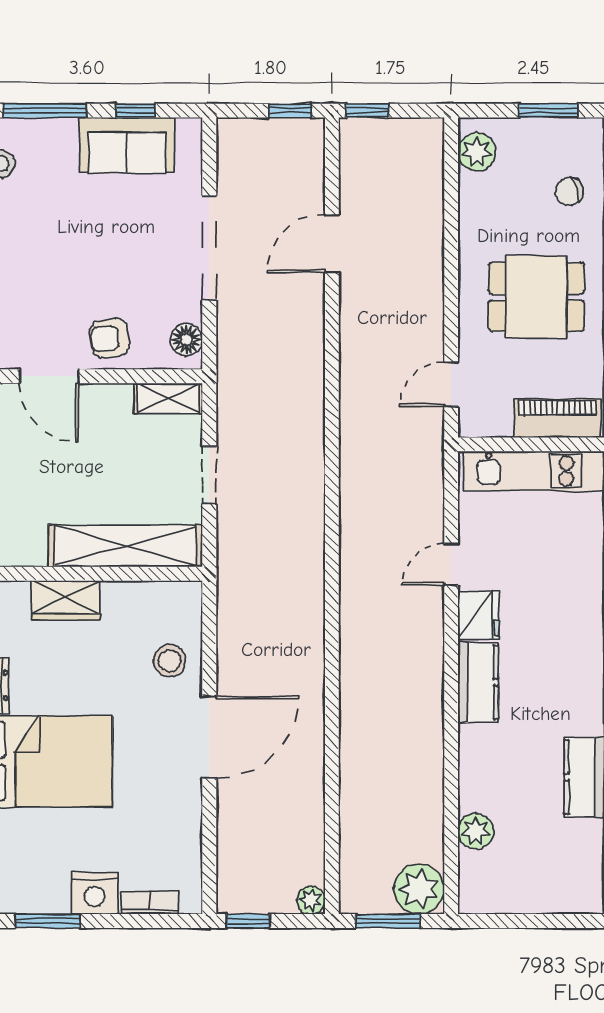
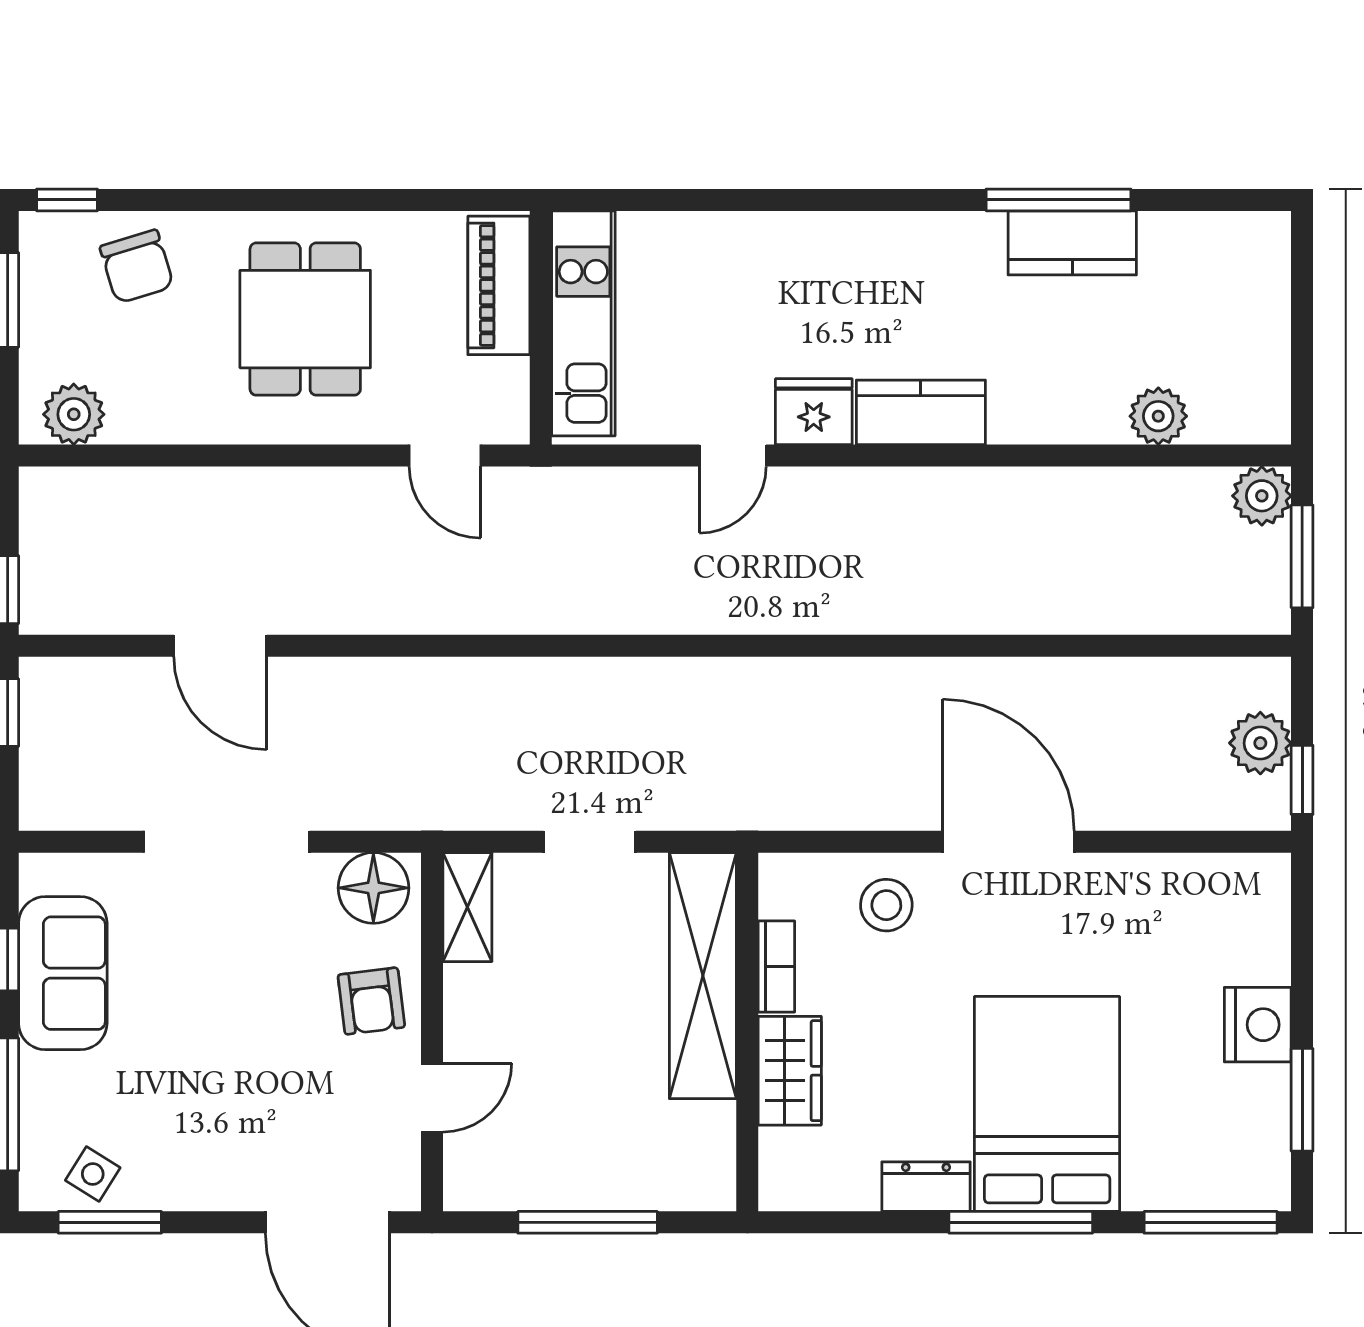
chair: (569, 191) -> (137, 267), width x1.37, depth x1.37
floor lamp: (186, 340) -> (373, 888), width x1.38, depth x1.38
door: (49, 376) -> (432, 1098), width x0.73
door: (451, 565) -> (733, 456), hinge flipped
plant: (419, 889) -> (1262, 496), width x0.73, depth x0.73
plant: (311, 900) -> (1260, 743), moved, width x1.38, depth x1.38
bookcase: (149, 903) -> (776, 966), moved, turned 180

